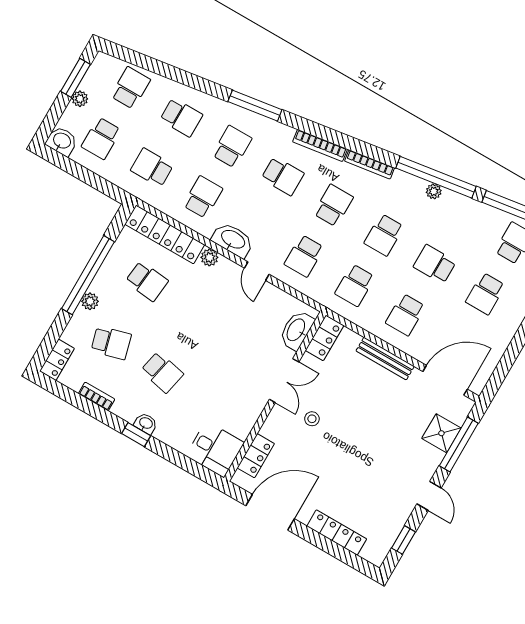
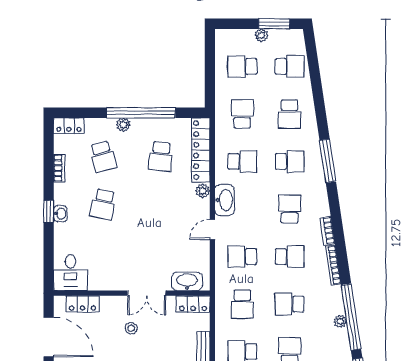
washbasin: (62, 141) -> (224, 40), removed
bookcase: (320, 145) -> (327, 231), width x0.64
school desk: (283, 176) -> (290, 209), turned 180
school desk: (355, 285) -> (242, 304), turned -90

